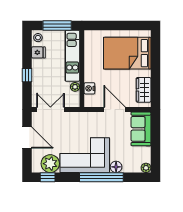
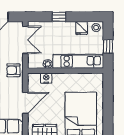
window: (57, 25) -> (108, 46), width x0.46
armchair: (81, 122) -> (13, 70), added

